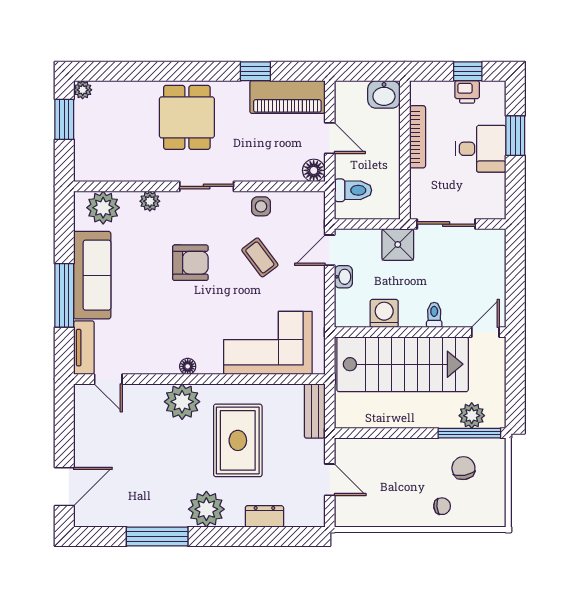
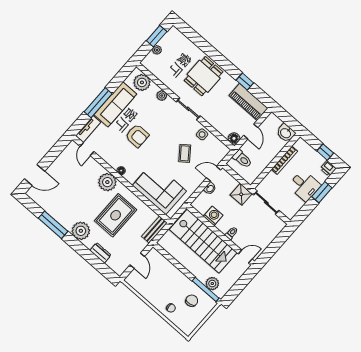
plant: (83, 90) -> (157, 50), moved
printer: (467, 92) -> (328, 168), moved
armchair: (190, 263) -> (137, 136), moved

